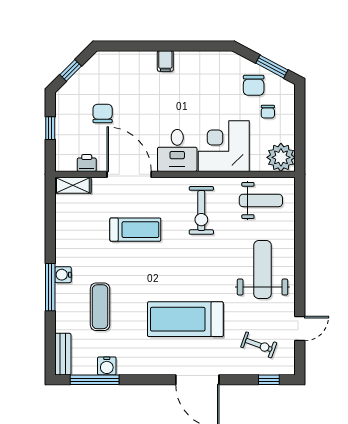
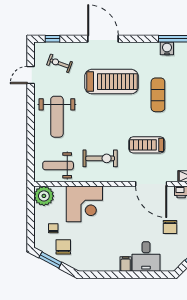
desk: (177, 150) -> (146, 256), moved, turned 180
exercise bike: (201, 210) -> (100, 158), turned 90
exercise mat: (100, 307) -> (158, 95), moved

